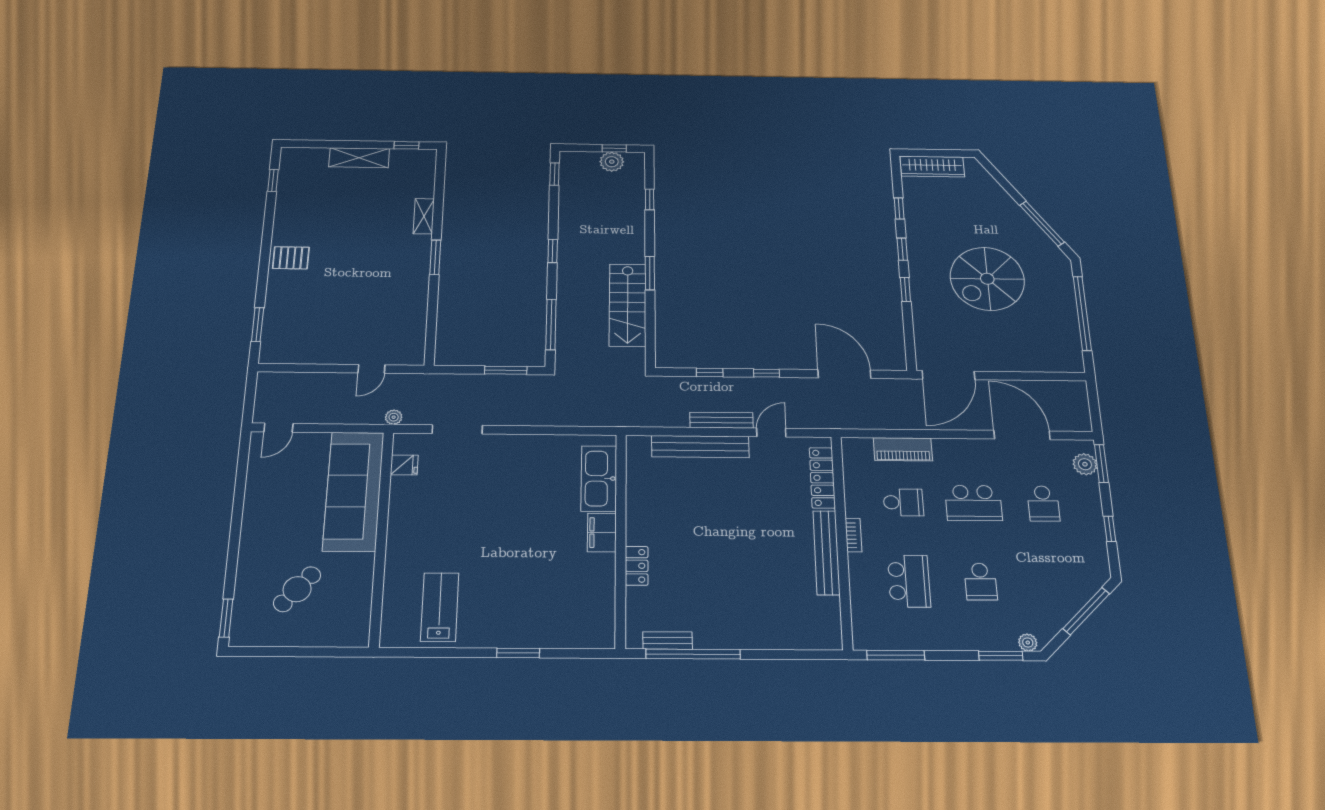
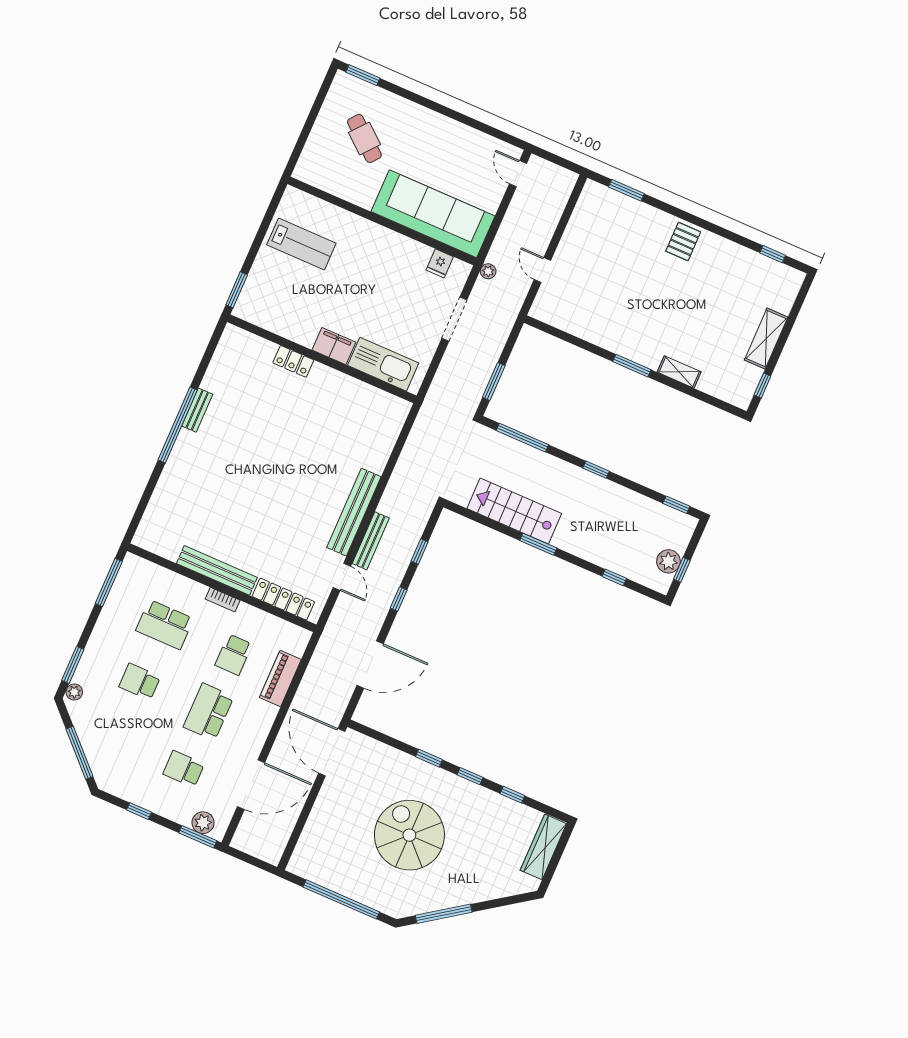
kitchen sink: (599, 478) -> (383, 364), moved
filing cabinet: (602, 533) -> (334, 346), moved
wall: (621, 539) -> (322, 359), moved
locker: (637, 566) -> (293, 361), moved

